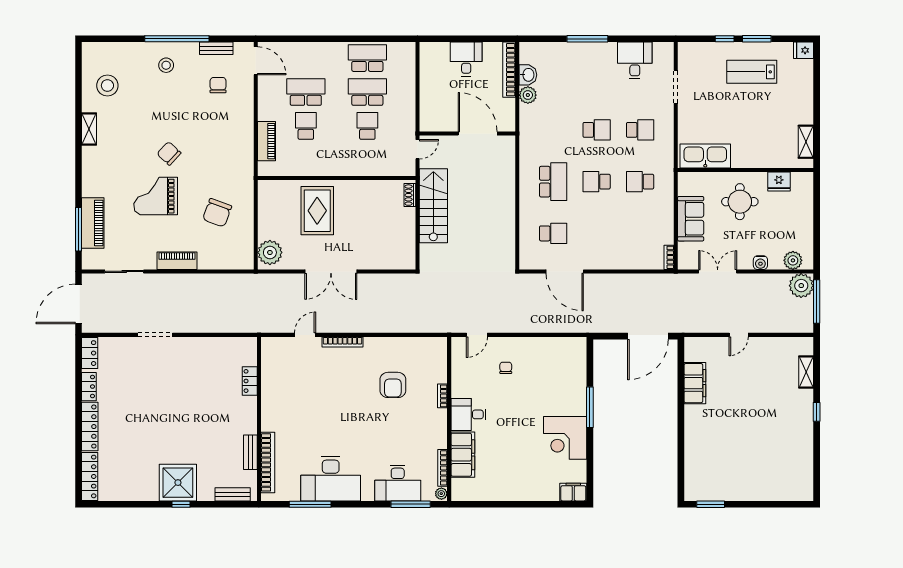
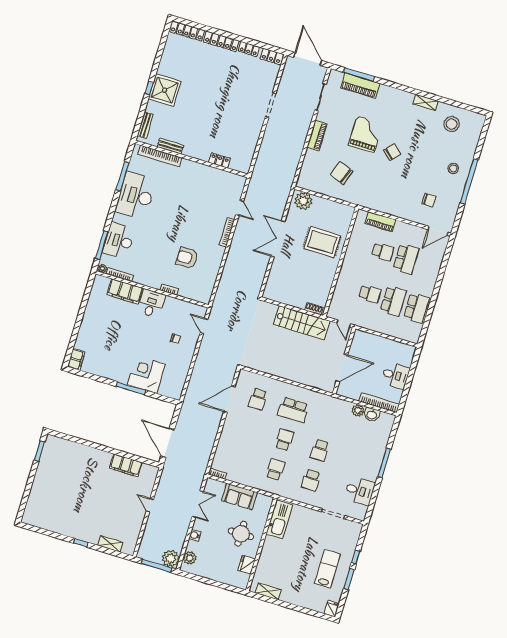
bench: (216, 48) -> (454, 206), removed
corner desk: (565, 438) -> (146, 374), moved

